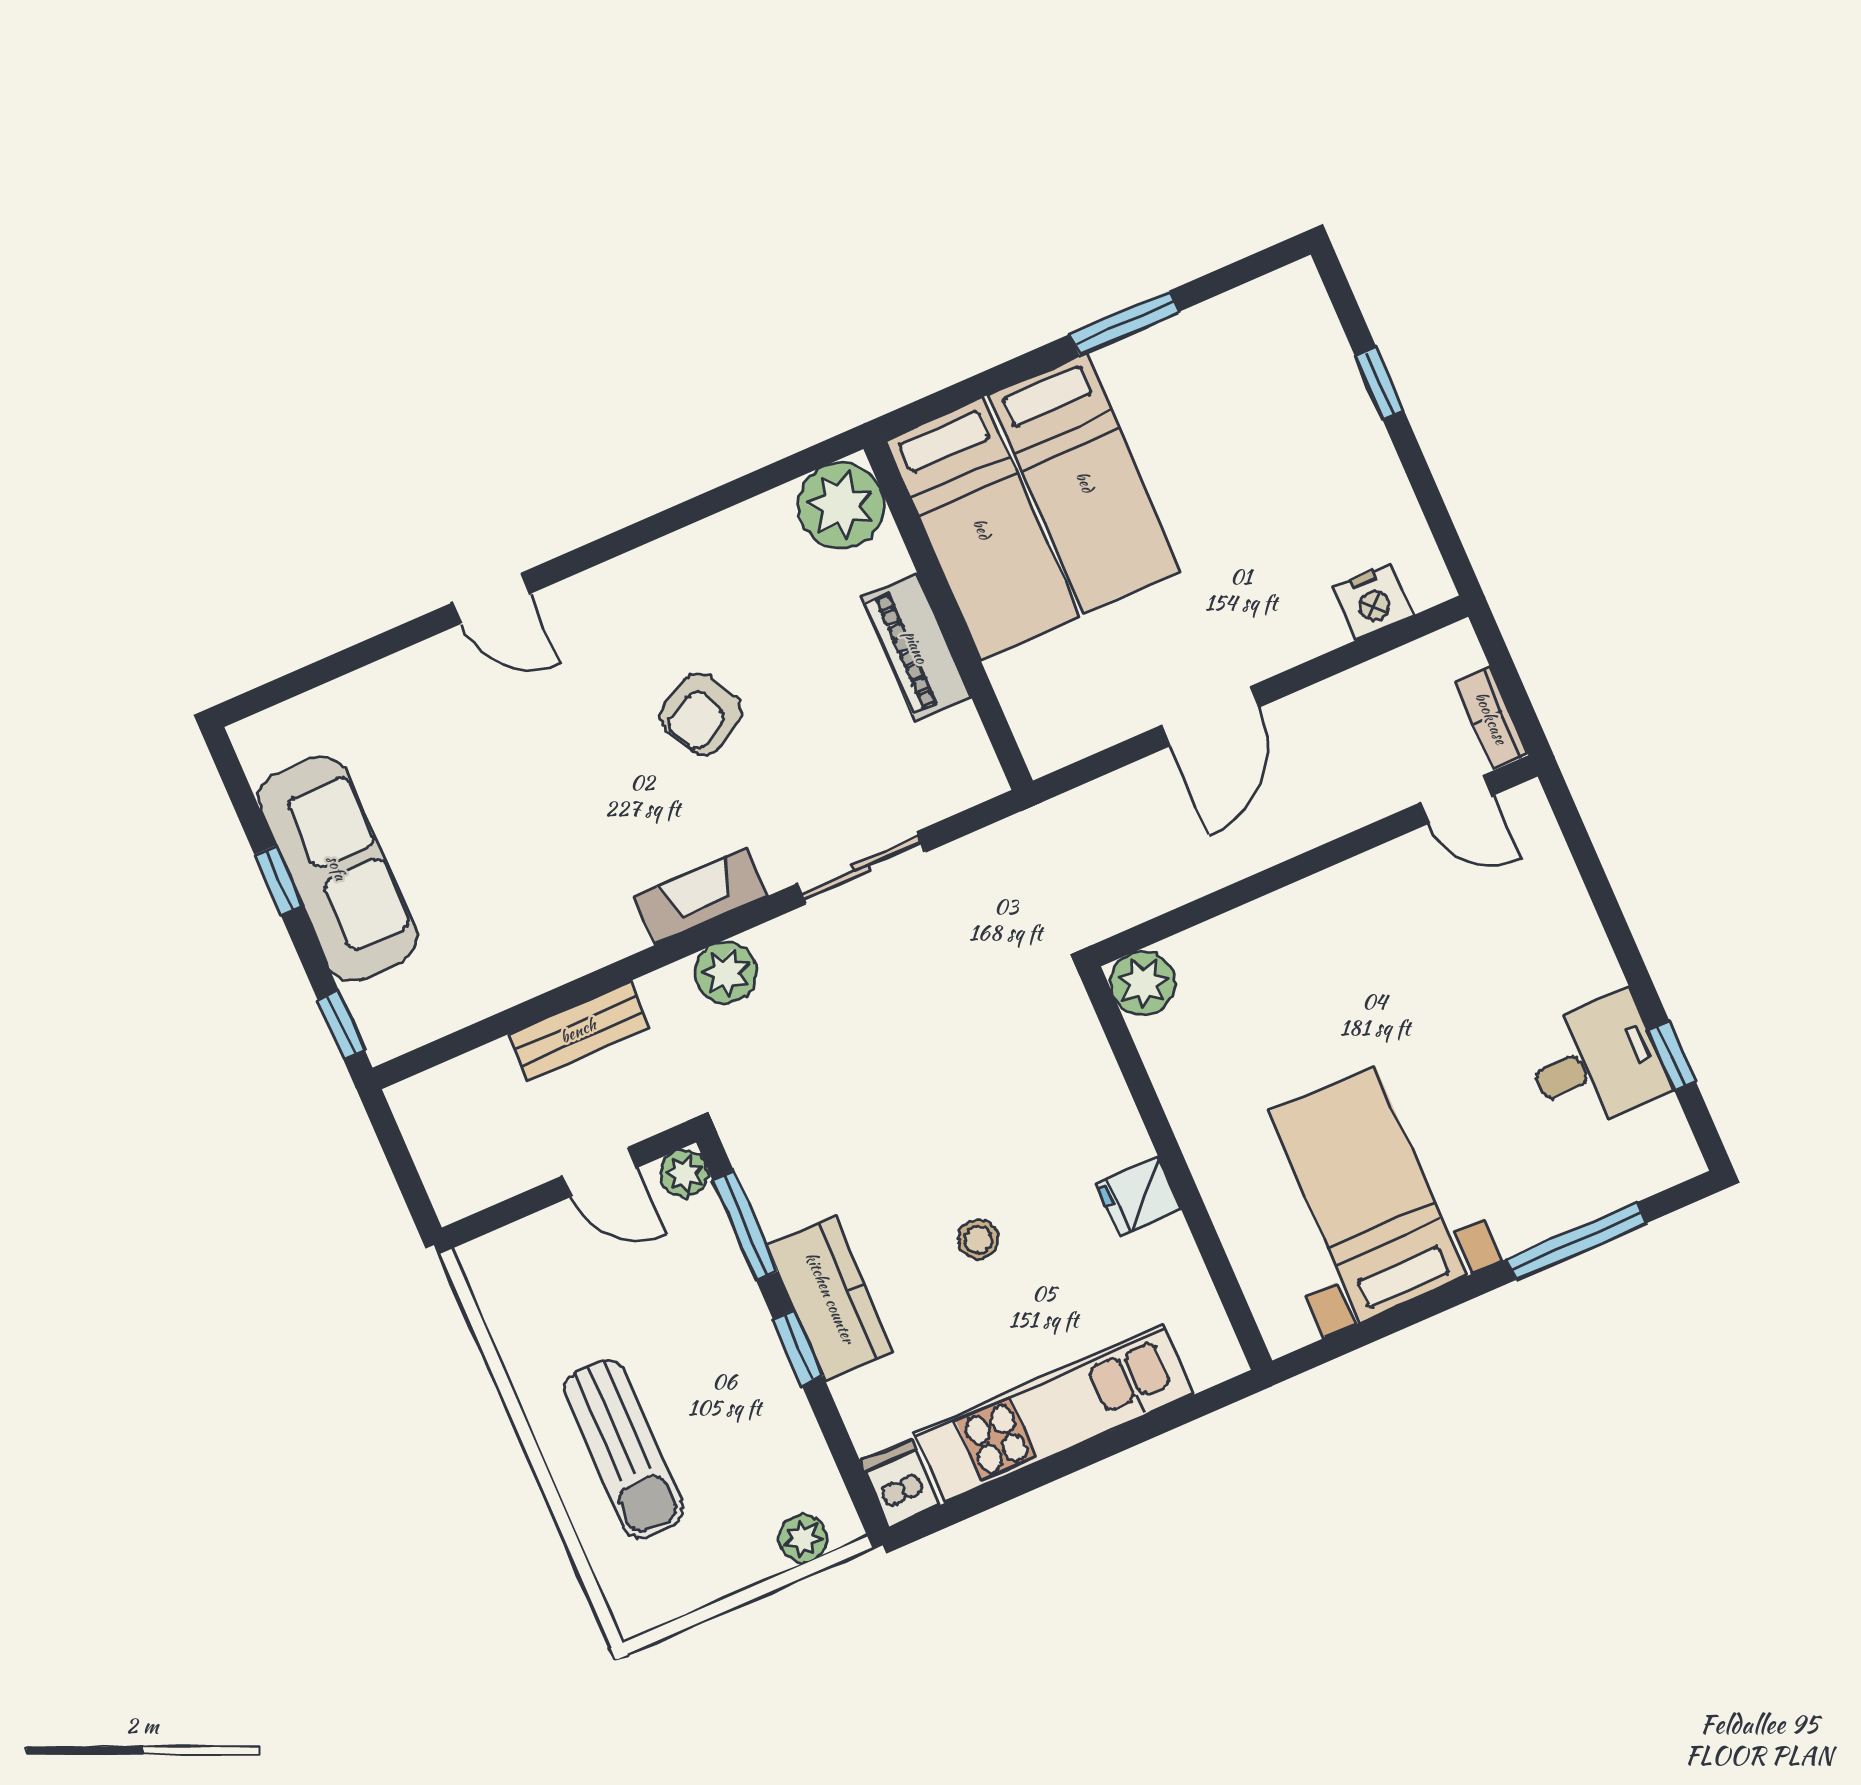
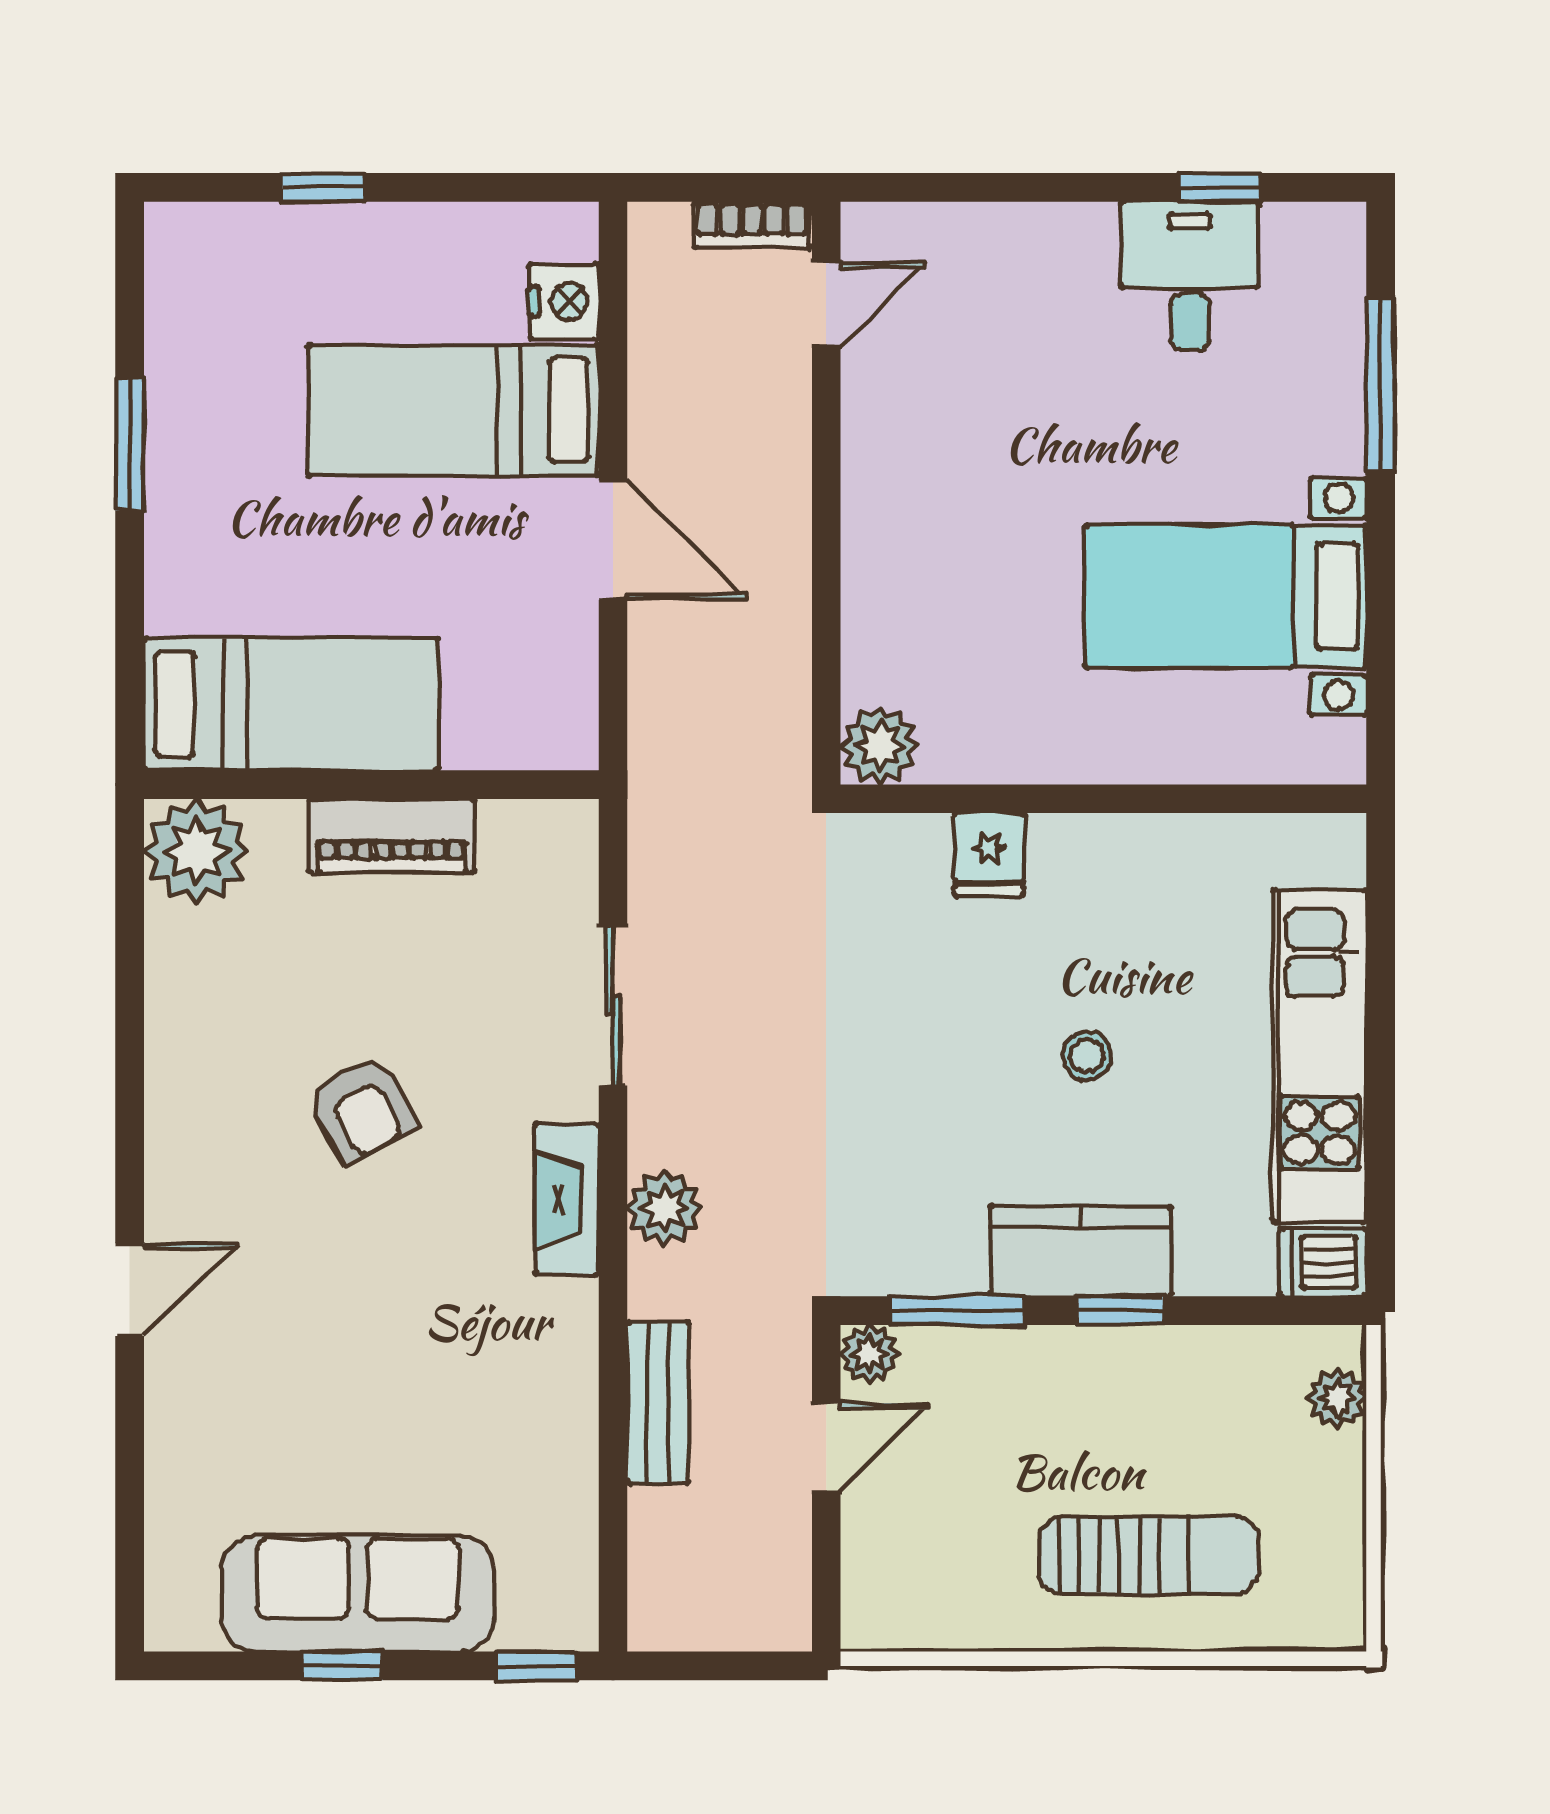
bed: (1085, 482) -> (453, 410), moved, turned 180
fridge: (1139, 1197) -> (989, 855), moved

